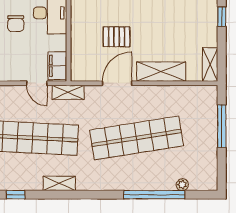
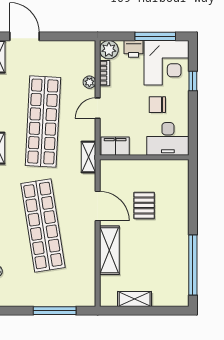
window: (222, 17) -> (164, 311), removed
shelving: (210, 64) -> (135, 299), moved
door: (37, 83) -> (98, 108), moved

